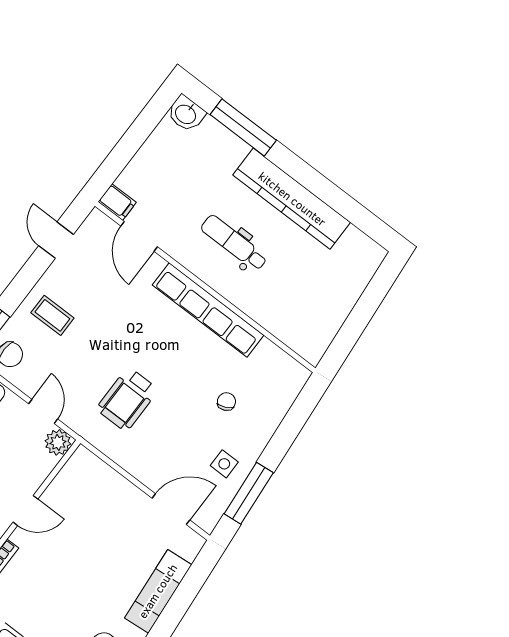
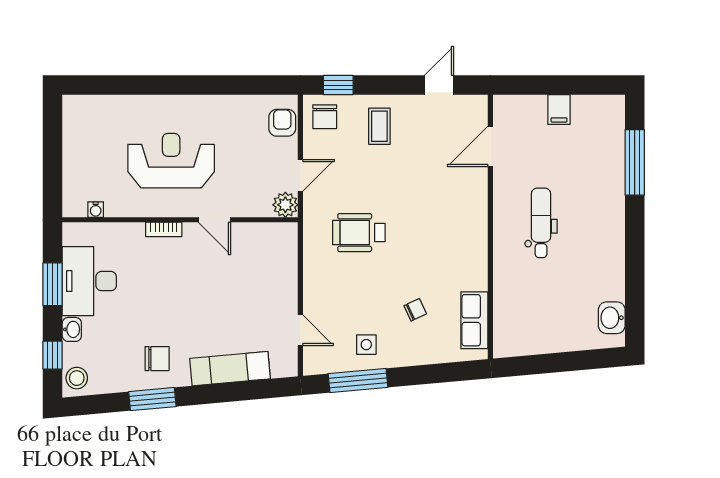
washbasin: (186, 114) -> (612, 318), moved
kitchen counter: (292, 199) -> (609, 241), removed
filing cabinet: (117, 202) -> (559, 110), moved
row of seats: (208, 310) -> (474, 320), moved, width x0.50
door: (171, 509) -> (300, 330), width x0.73

